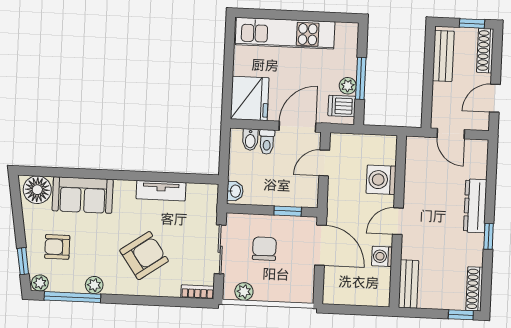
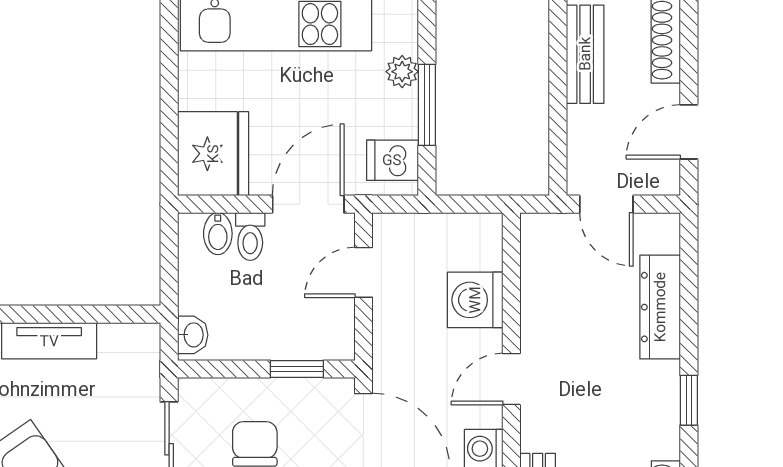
plant: (348, 86) -> (402, 72), moved
dresser: (475, 206) -> (660, 307), moved

